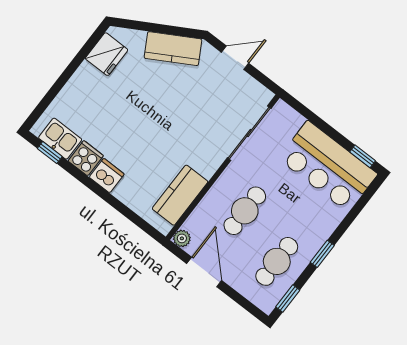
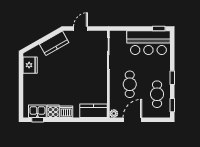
kitchen counter: (180, 195) -> (93, 111), moved, turned 90
door: (204, 272) -> (132, 120), hinge flipped

